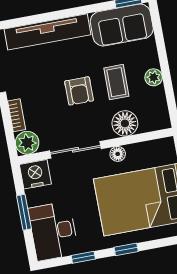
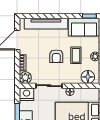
floor lamp: (125, 123) -> (88, 77), moved

